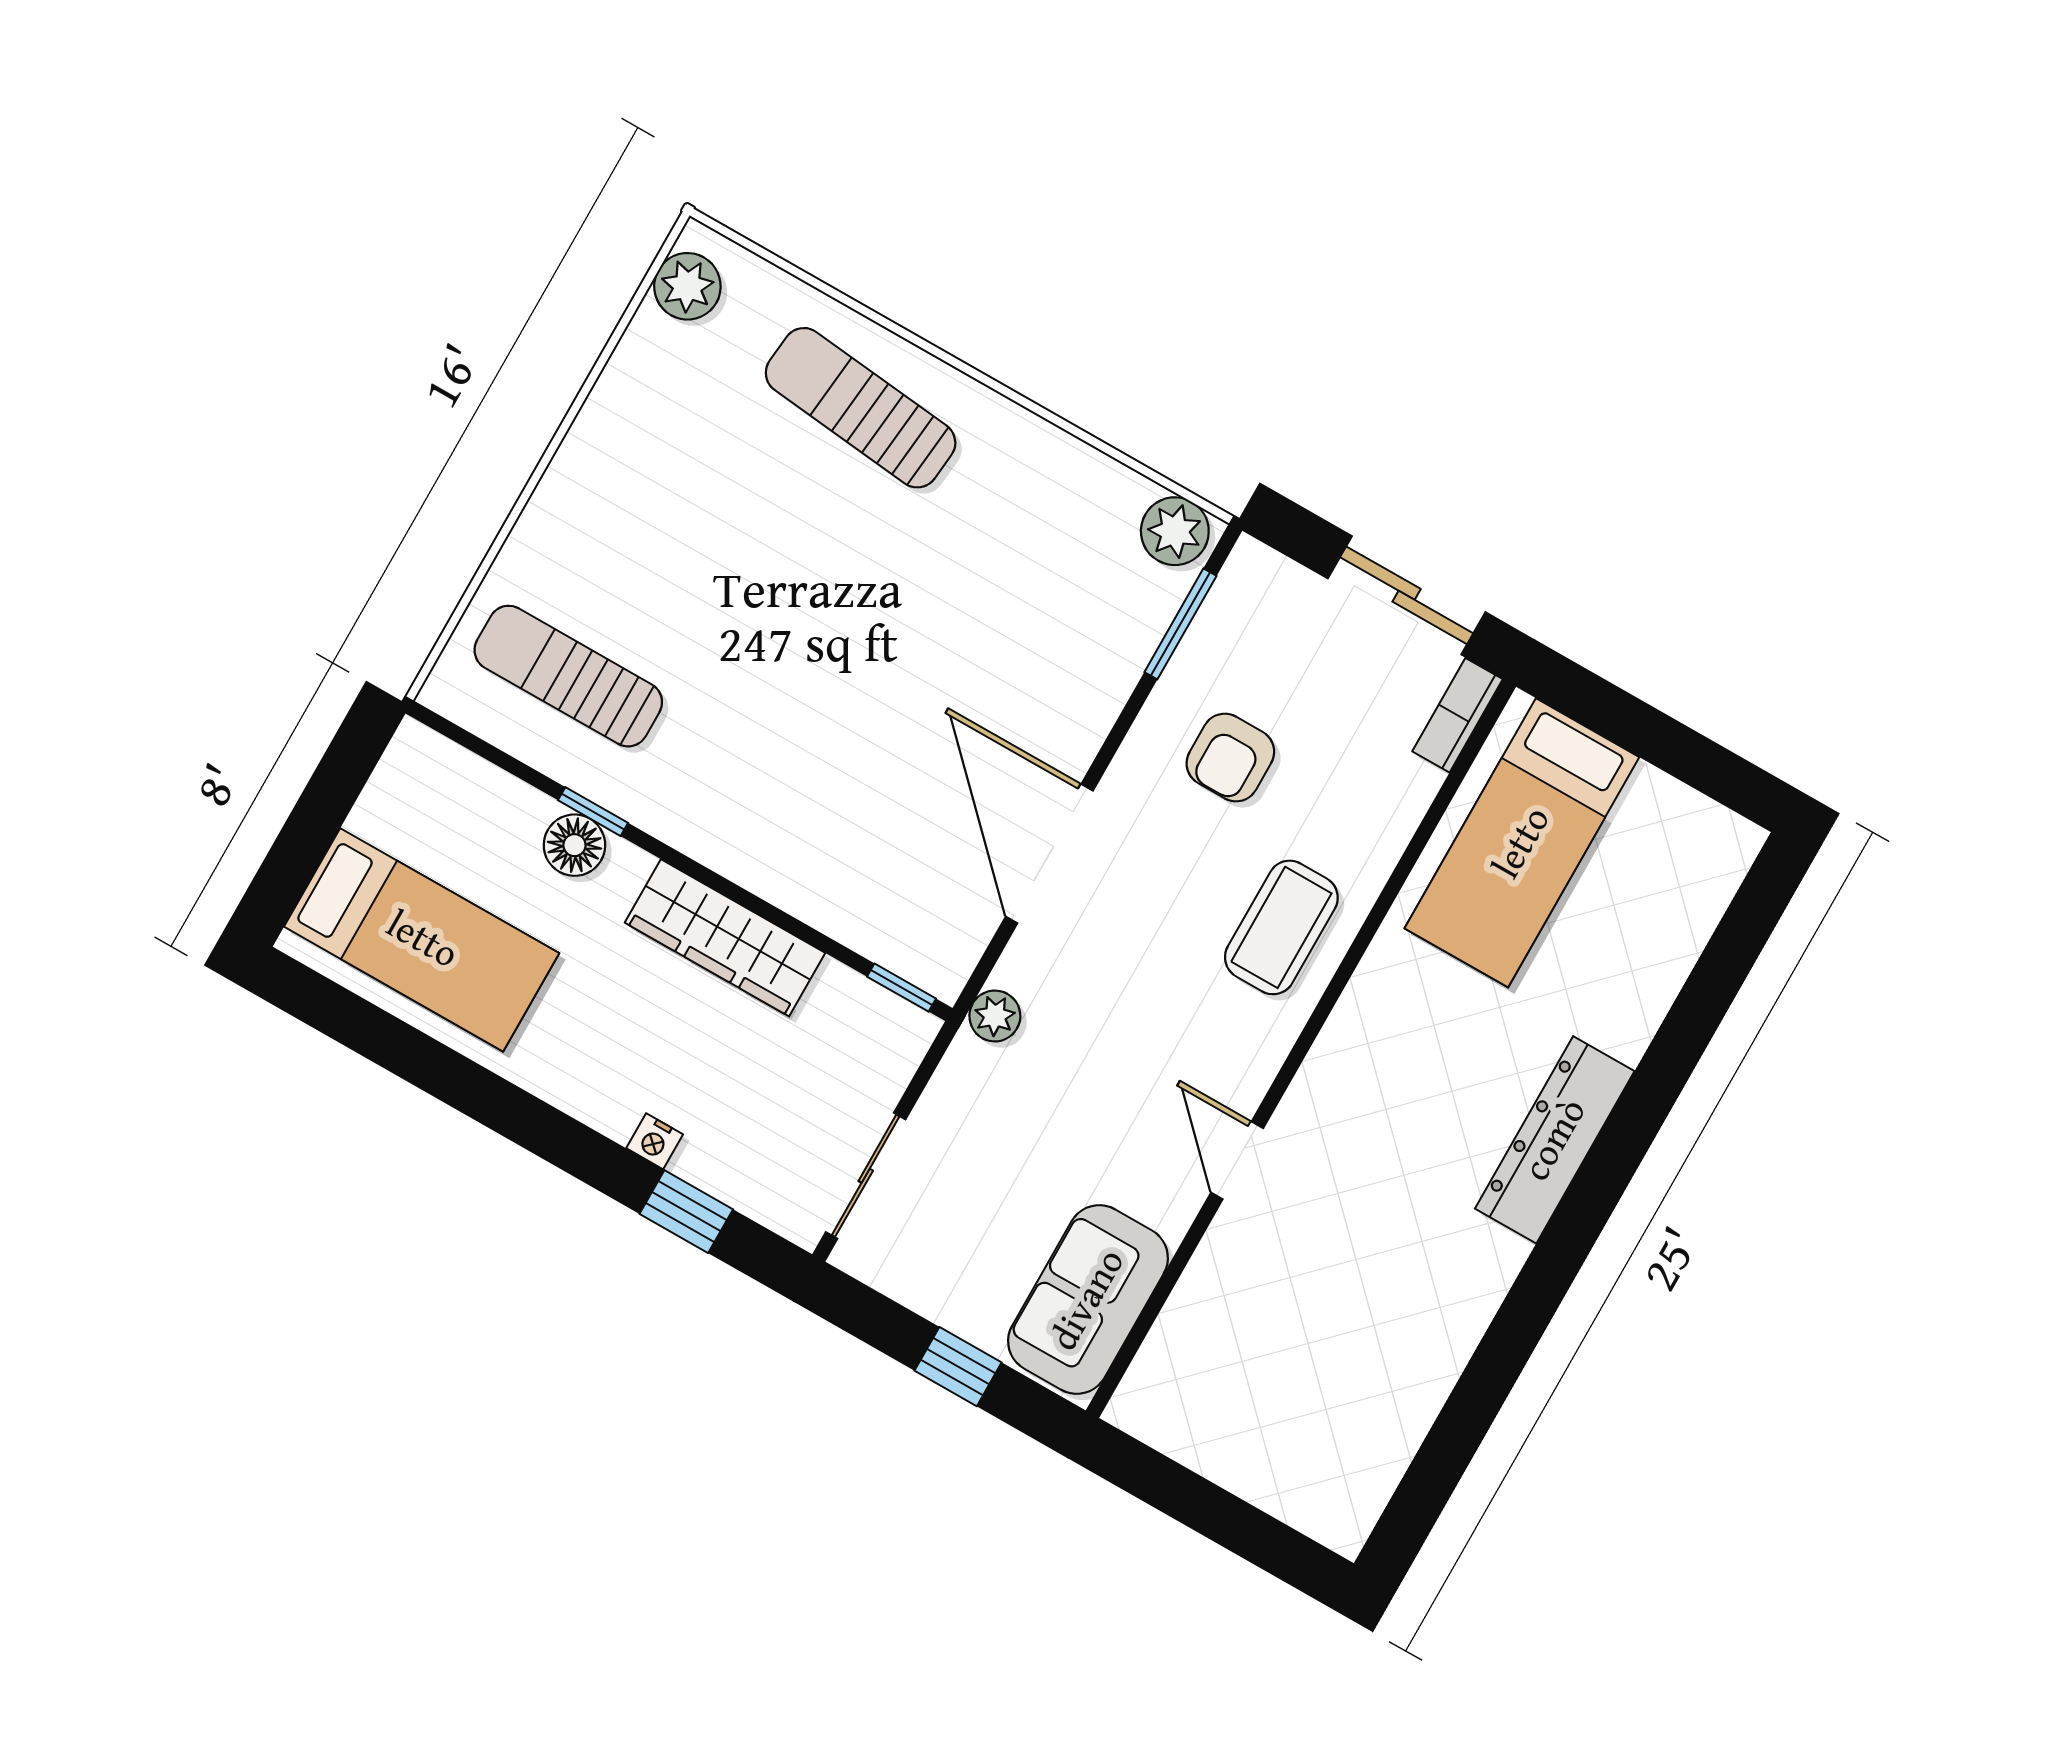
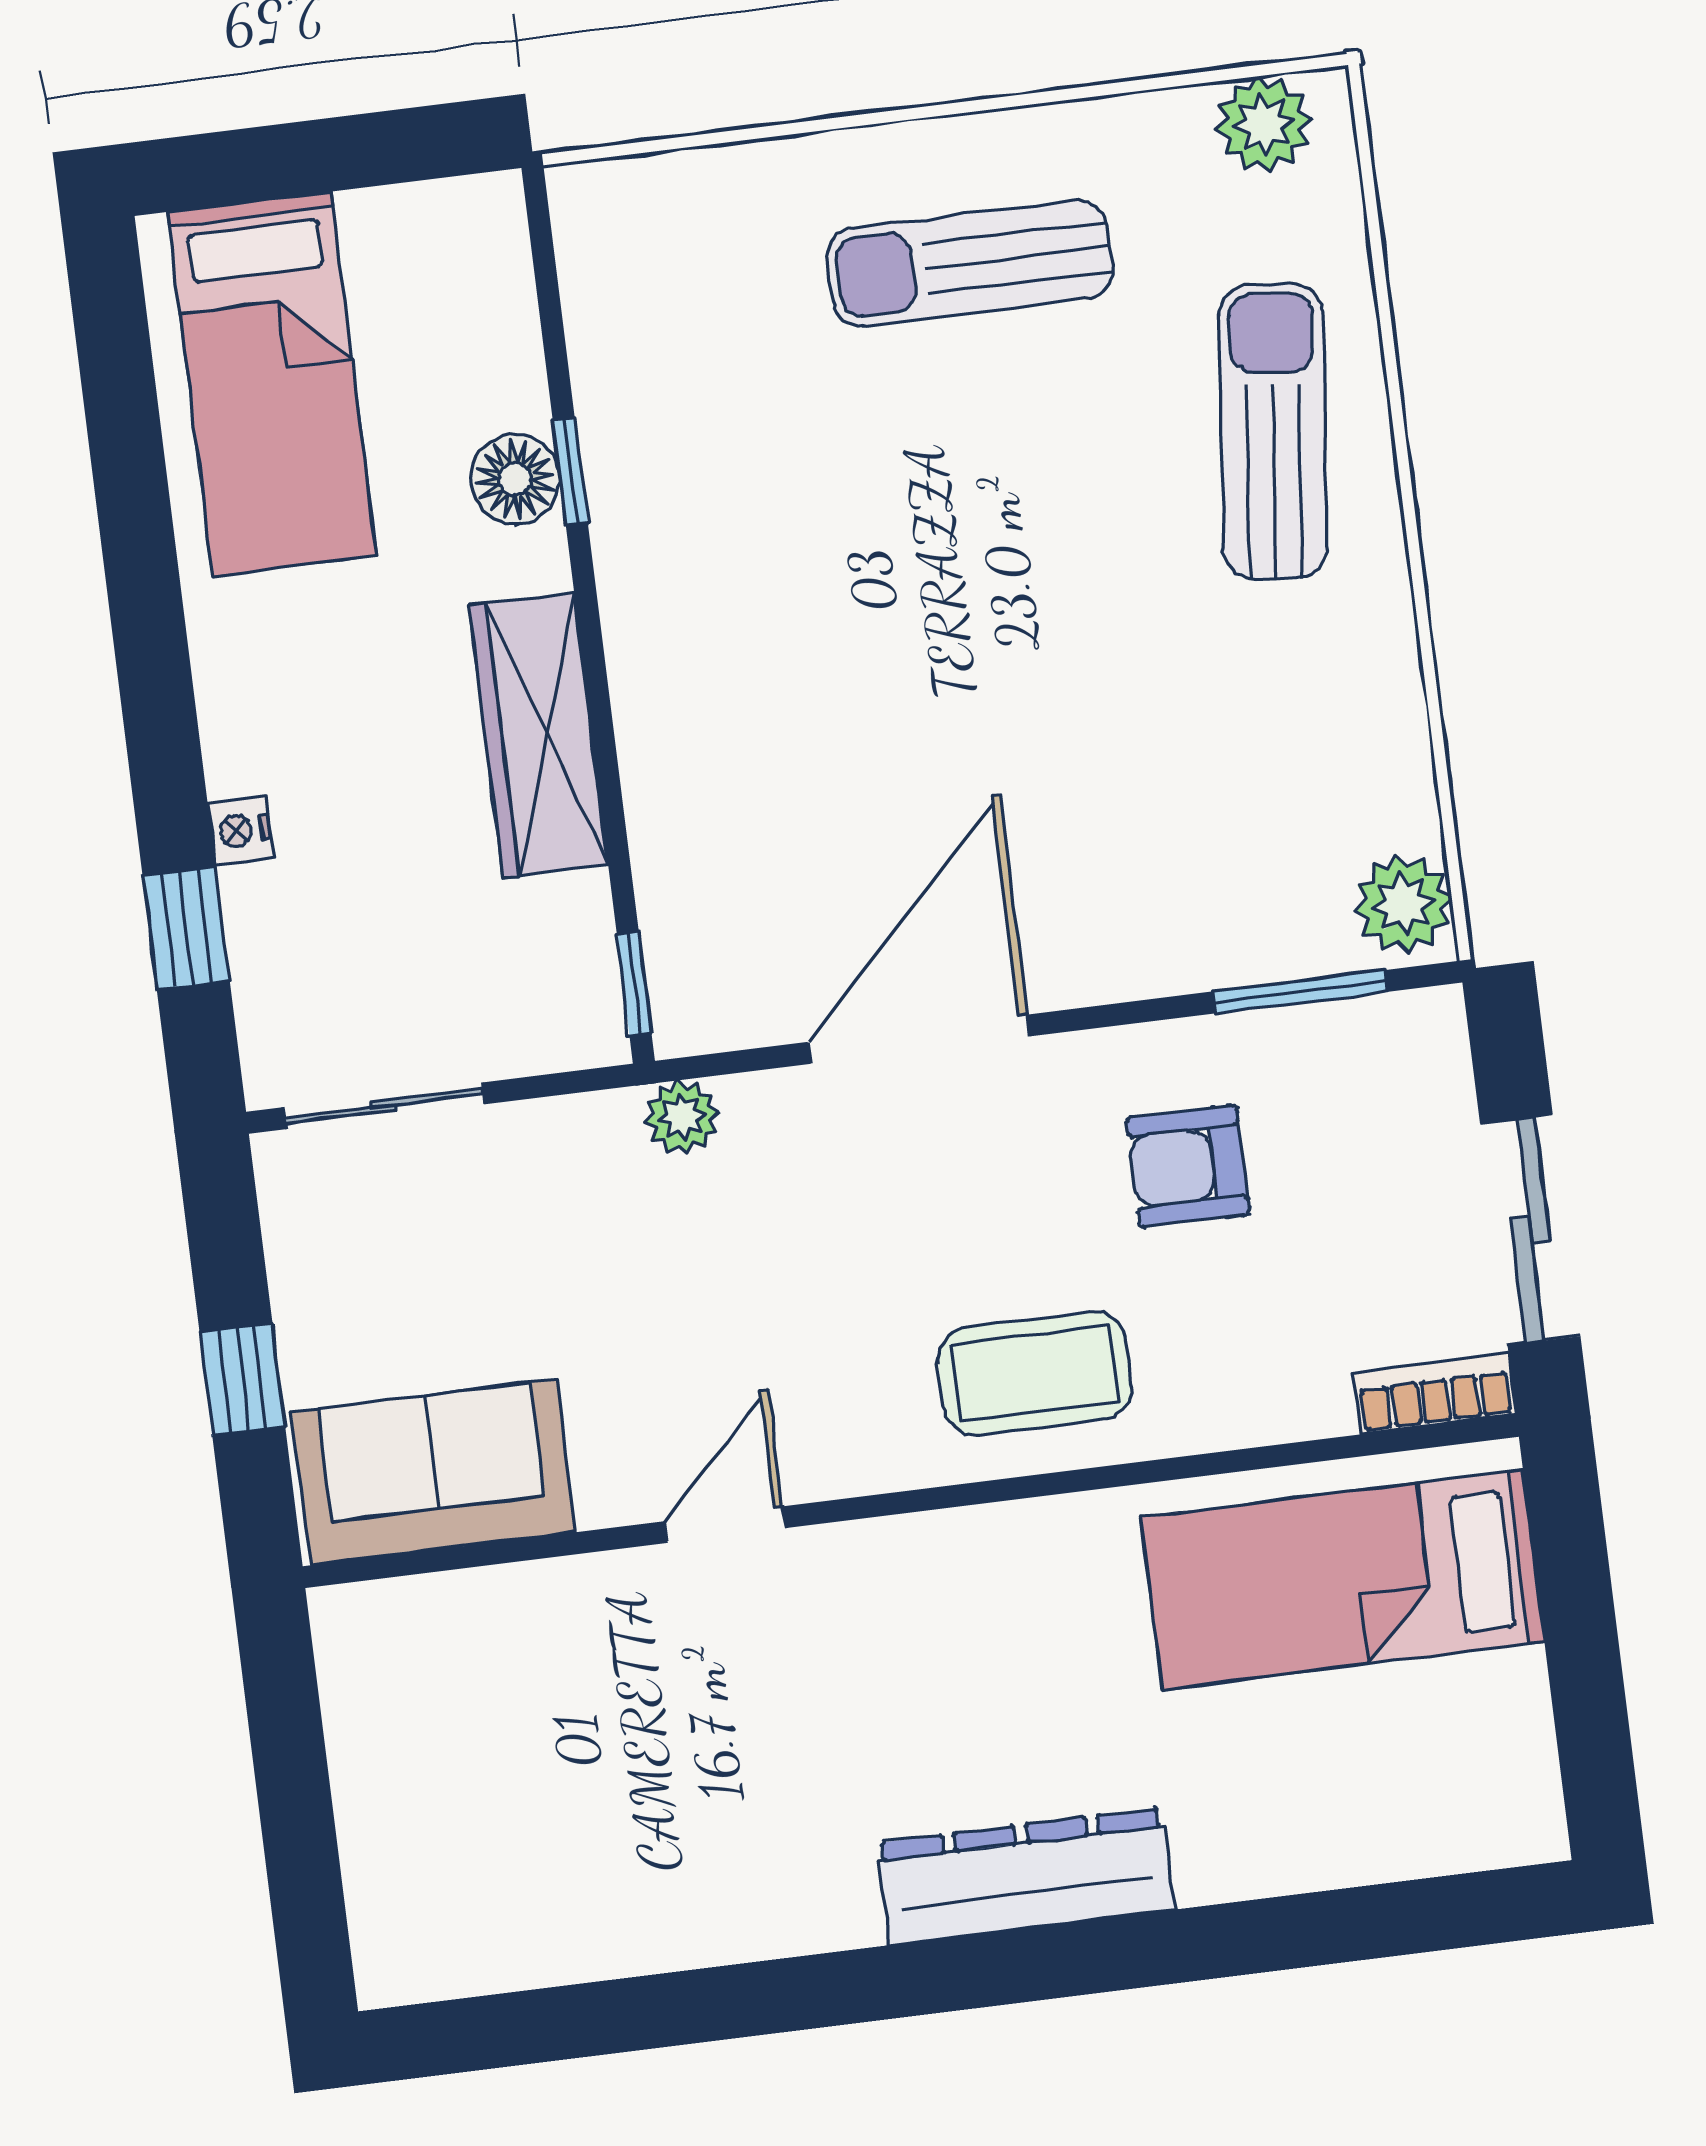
sun lounger: (568, 676) -> (970, 263), moved, turned -90

